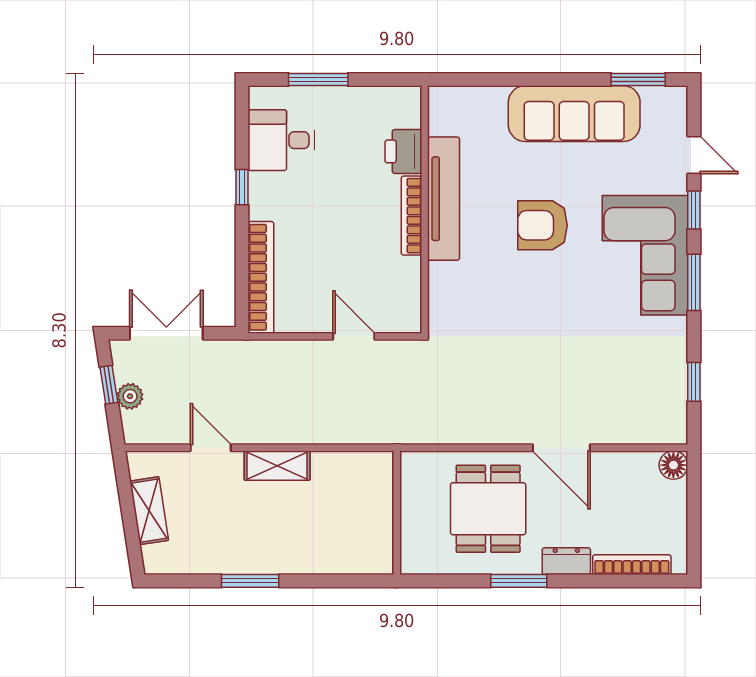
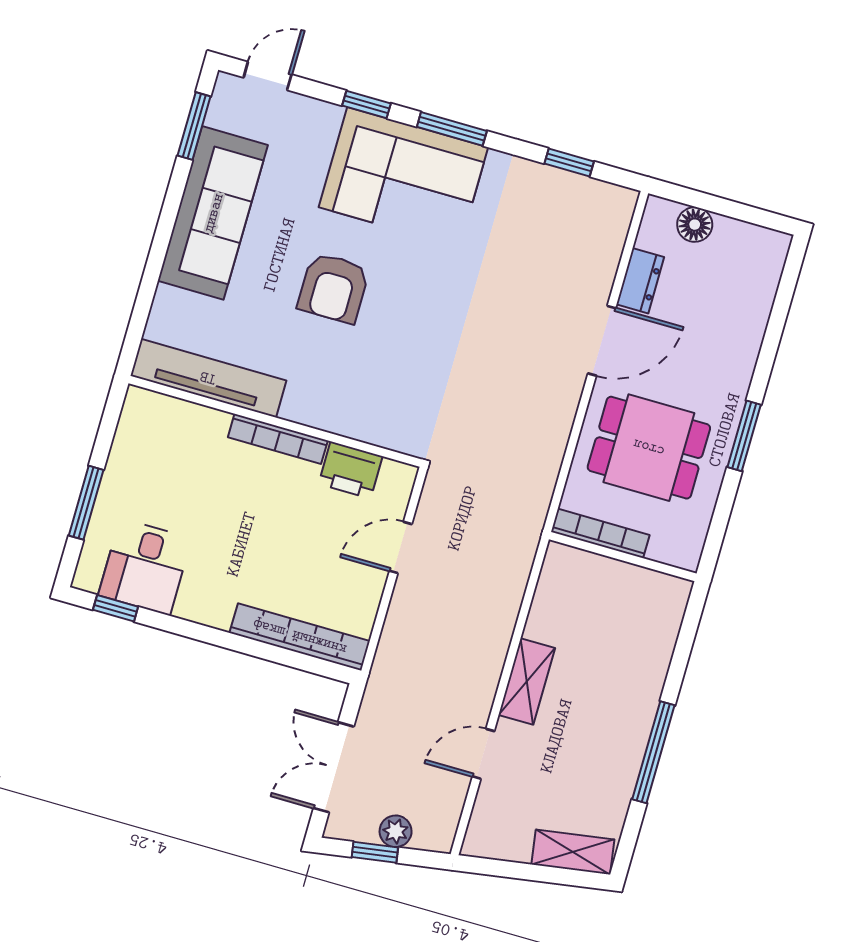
printer: (403, 151) -> (351, 470), moved
door: (694, 155) -> (268, 76), moved
window: (242, 187) -> (116, 608), moved
tv unit: (444, 199) -> (208, 378), moved
floor lamp: (673, 465) -> (695, 225), moved
shelving: (149, 511) -> (573, 852), moved
dresser: (566, 561) -> (640, 281), moved, turned 180
bookcase: (632, 565) -> (600, 533), moved, turned 90
window: (250, 581) -> (653, 752), width x1.44

